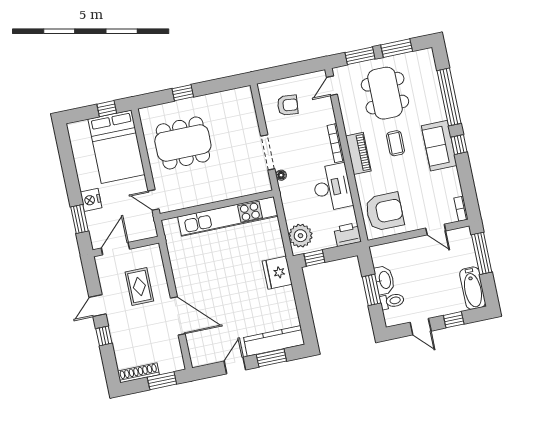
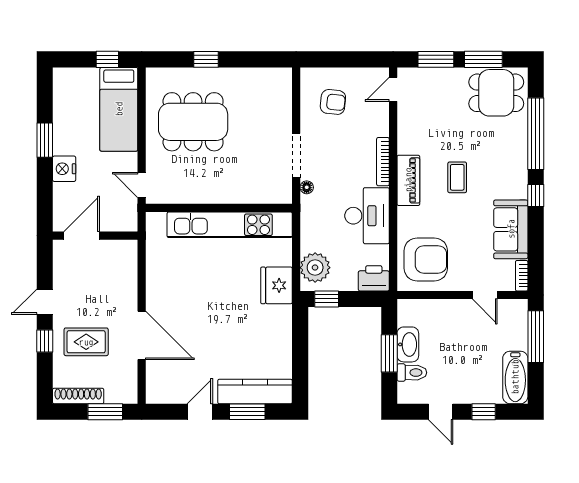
dining table: (385, 93) -> (496, 93), moved, width x0.73
sofa: (439, 146) -> (511, 229), moved
bed: (116, 147) -> (119, 109), width x0.67
window: (79, 219) -> (45, 140), moved
fridge: (277, 273) -> (277, 285), moved
rug: (139, 287) -> (86, 342), moved, turned 90

